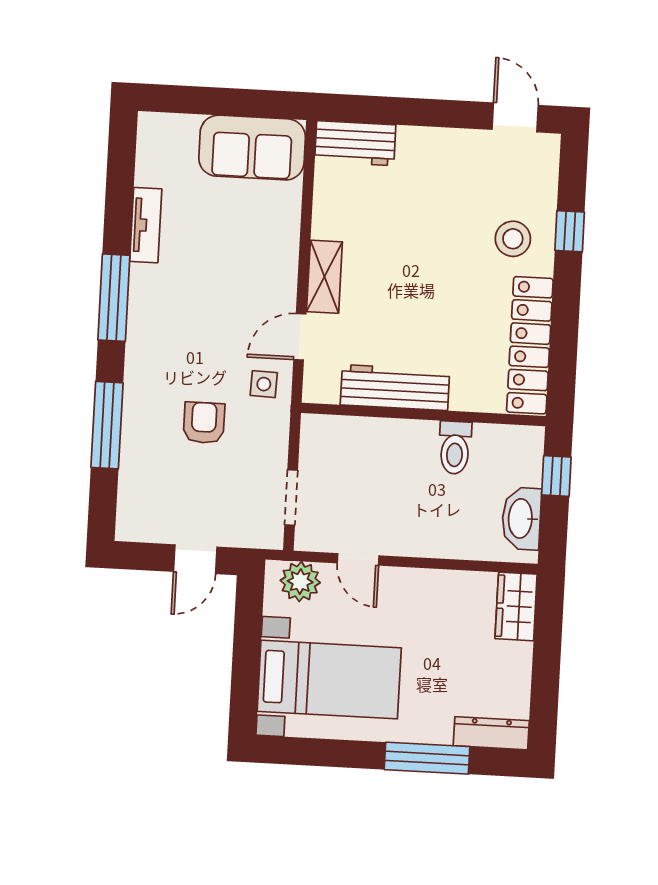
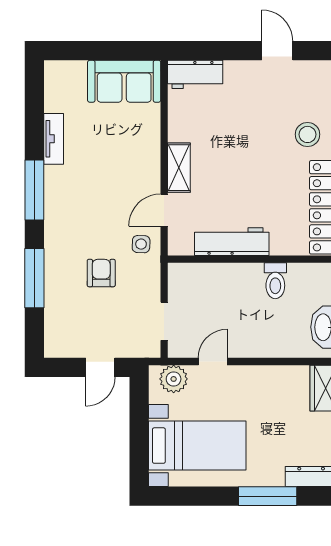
door: (515, 117) -> (277, 51), moved
door: (358, 559) -> (213, 362), swing flipped

